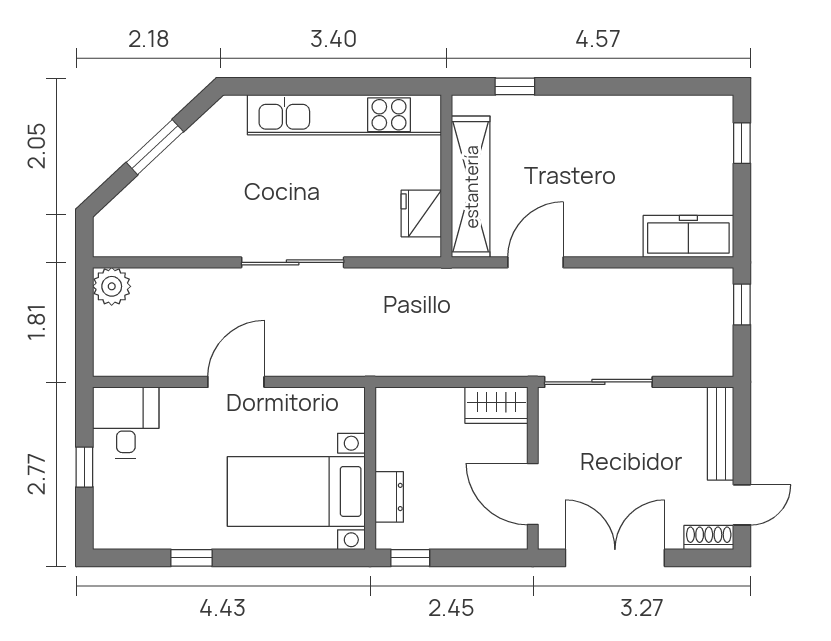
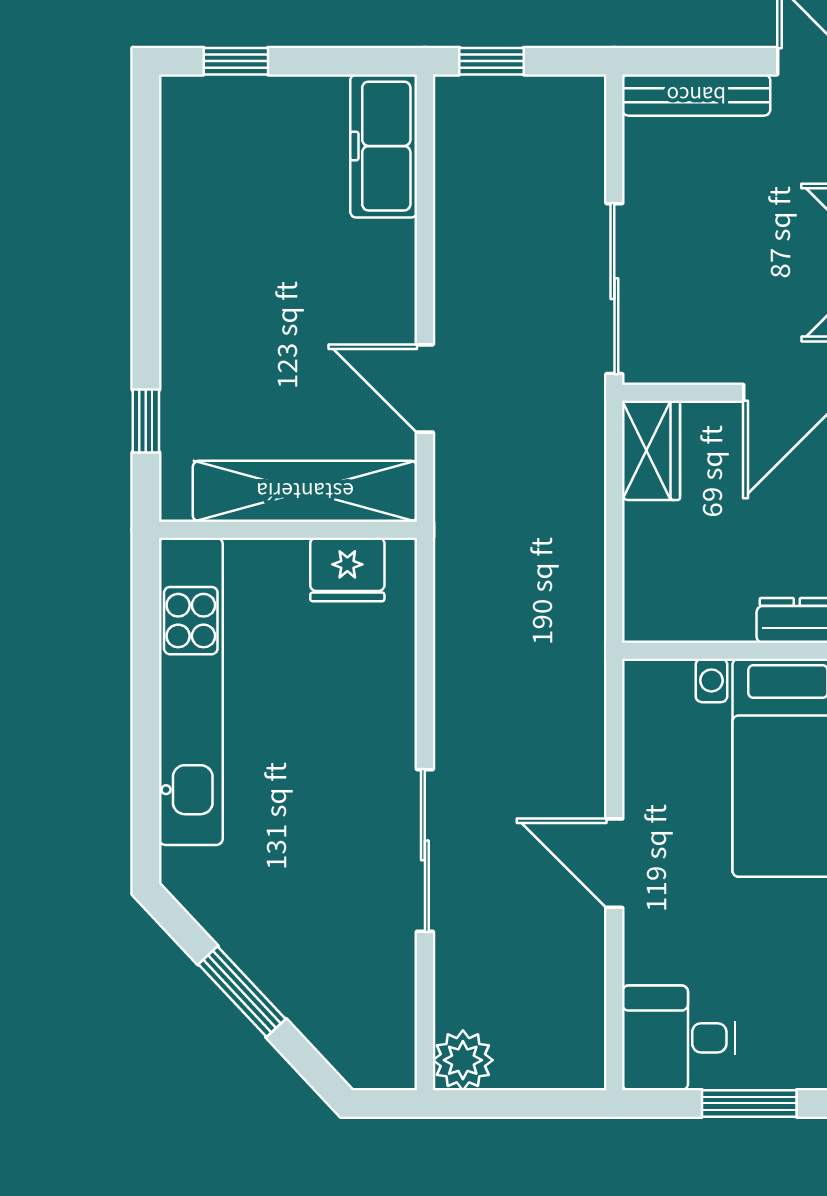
sliding door: (293, 262) -> (425, 850), moved
window: (84, 467) -> (749, 1103), width x1.50

